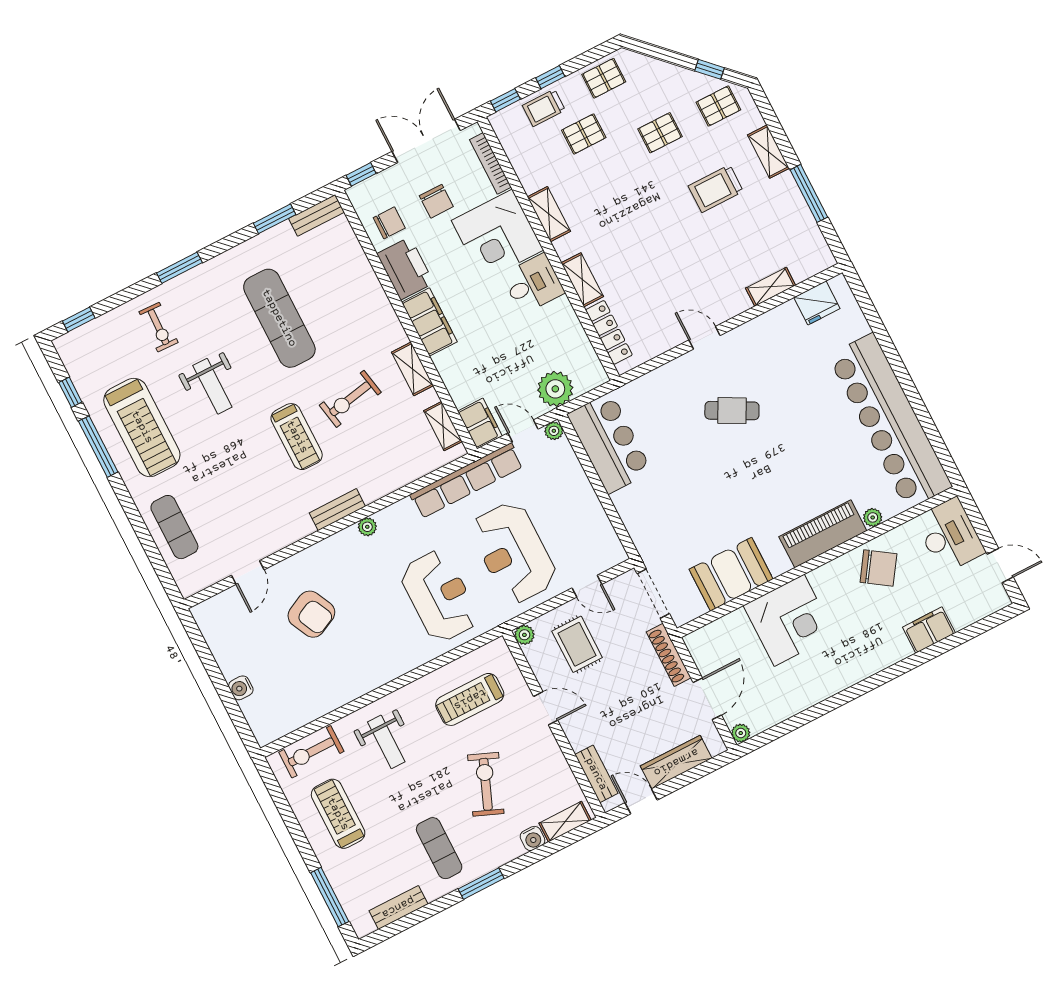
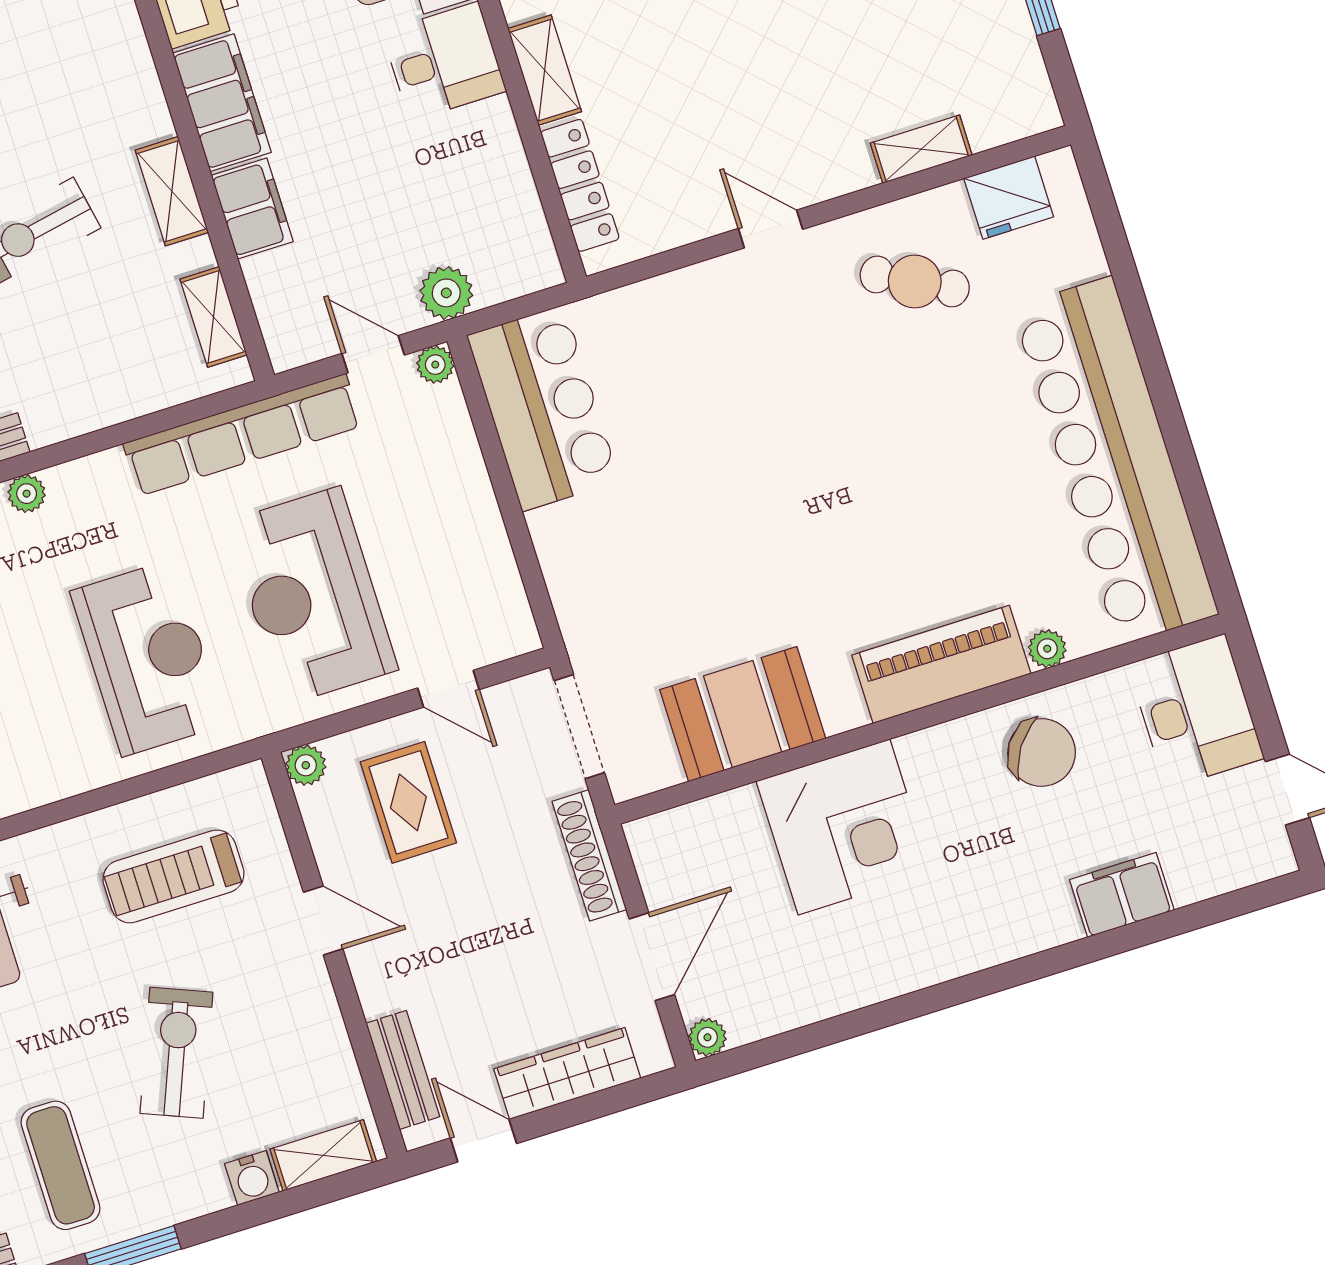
plant: (555, 389) -> (446, 293), width x0.73, depth x0.73
cafe table: (732, 411) -> (915, 282), moved
filing cabinet: (480, 424) -> (252, 209), moved

